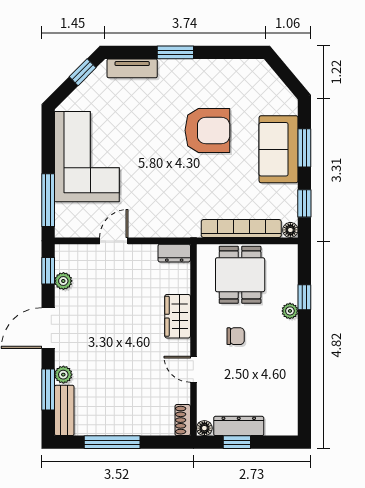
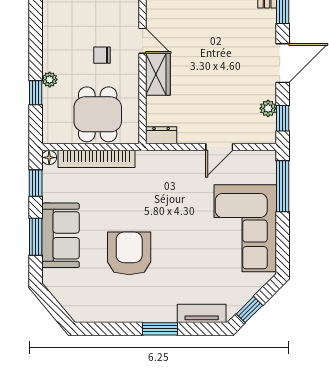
armchair: (207, 130) -> (129, 253), turned 90
door: (193, 369) -> (143, 41), moved
plant: (63, 375) -> (268, 18), removed

